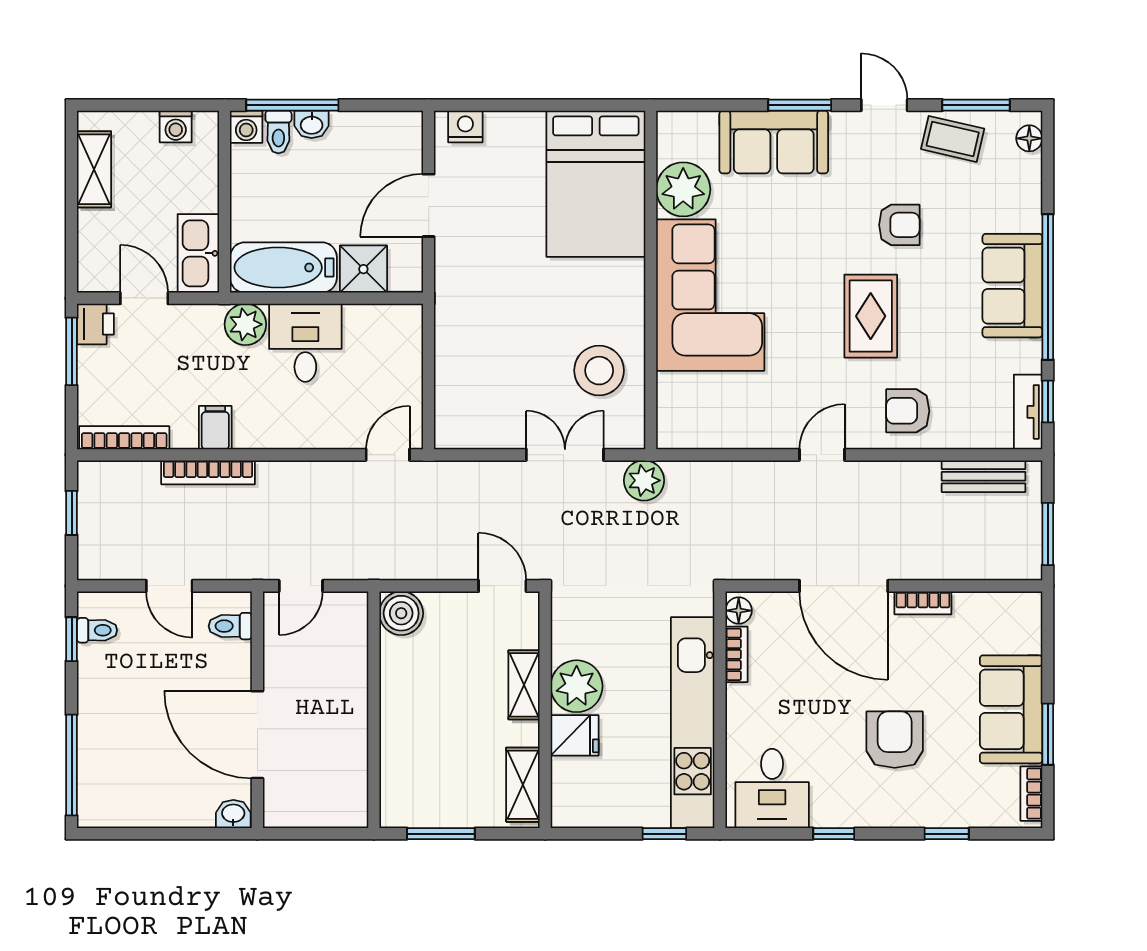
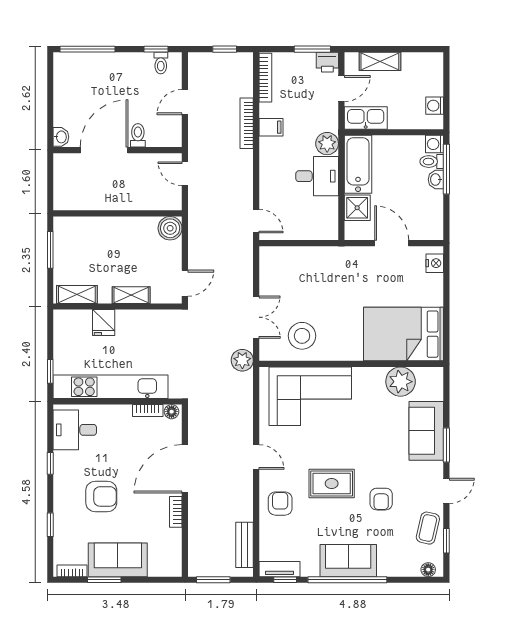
window: (976, 105) -> (446, 541), width x0.67
shelving: (94, 169) -> (380, 61), moved
corner sofa: (710, 295) -> (310, 396), moved
toilet: (230, 626) -> (138, 135), moved
plant: (577, 686) -> (130, 324), removed

